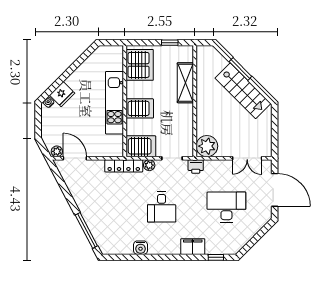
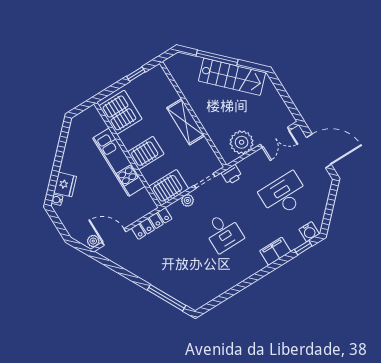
window: (240, 69) -> (217, 58), width x1.44
shelving: (185, 83) -> (186, 122), moved
plant: (207, 146) -> (242, 142), moved
locker: (124, 166) -> (152, 223), moved
water cooler: (141, 248) -> (309, 232), moved

